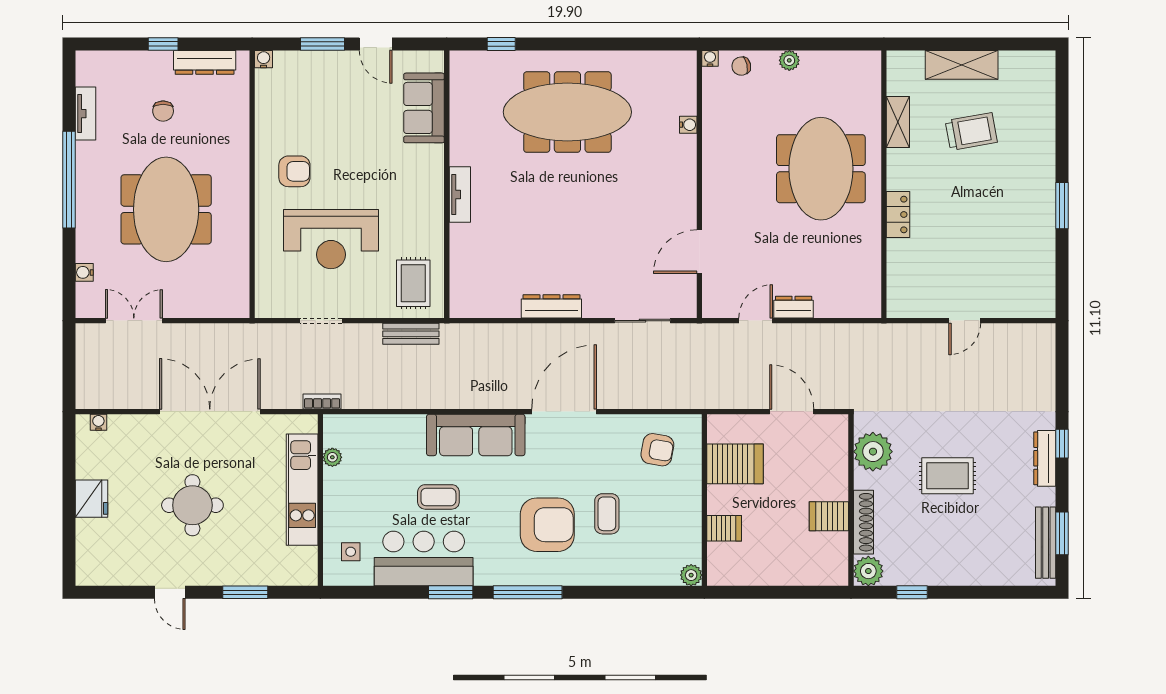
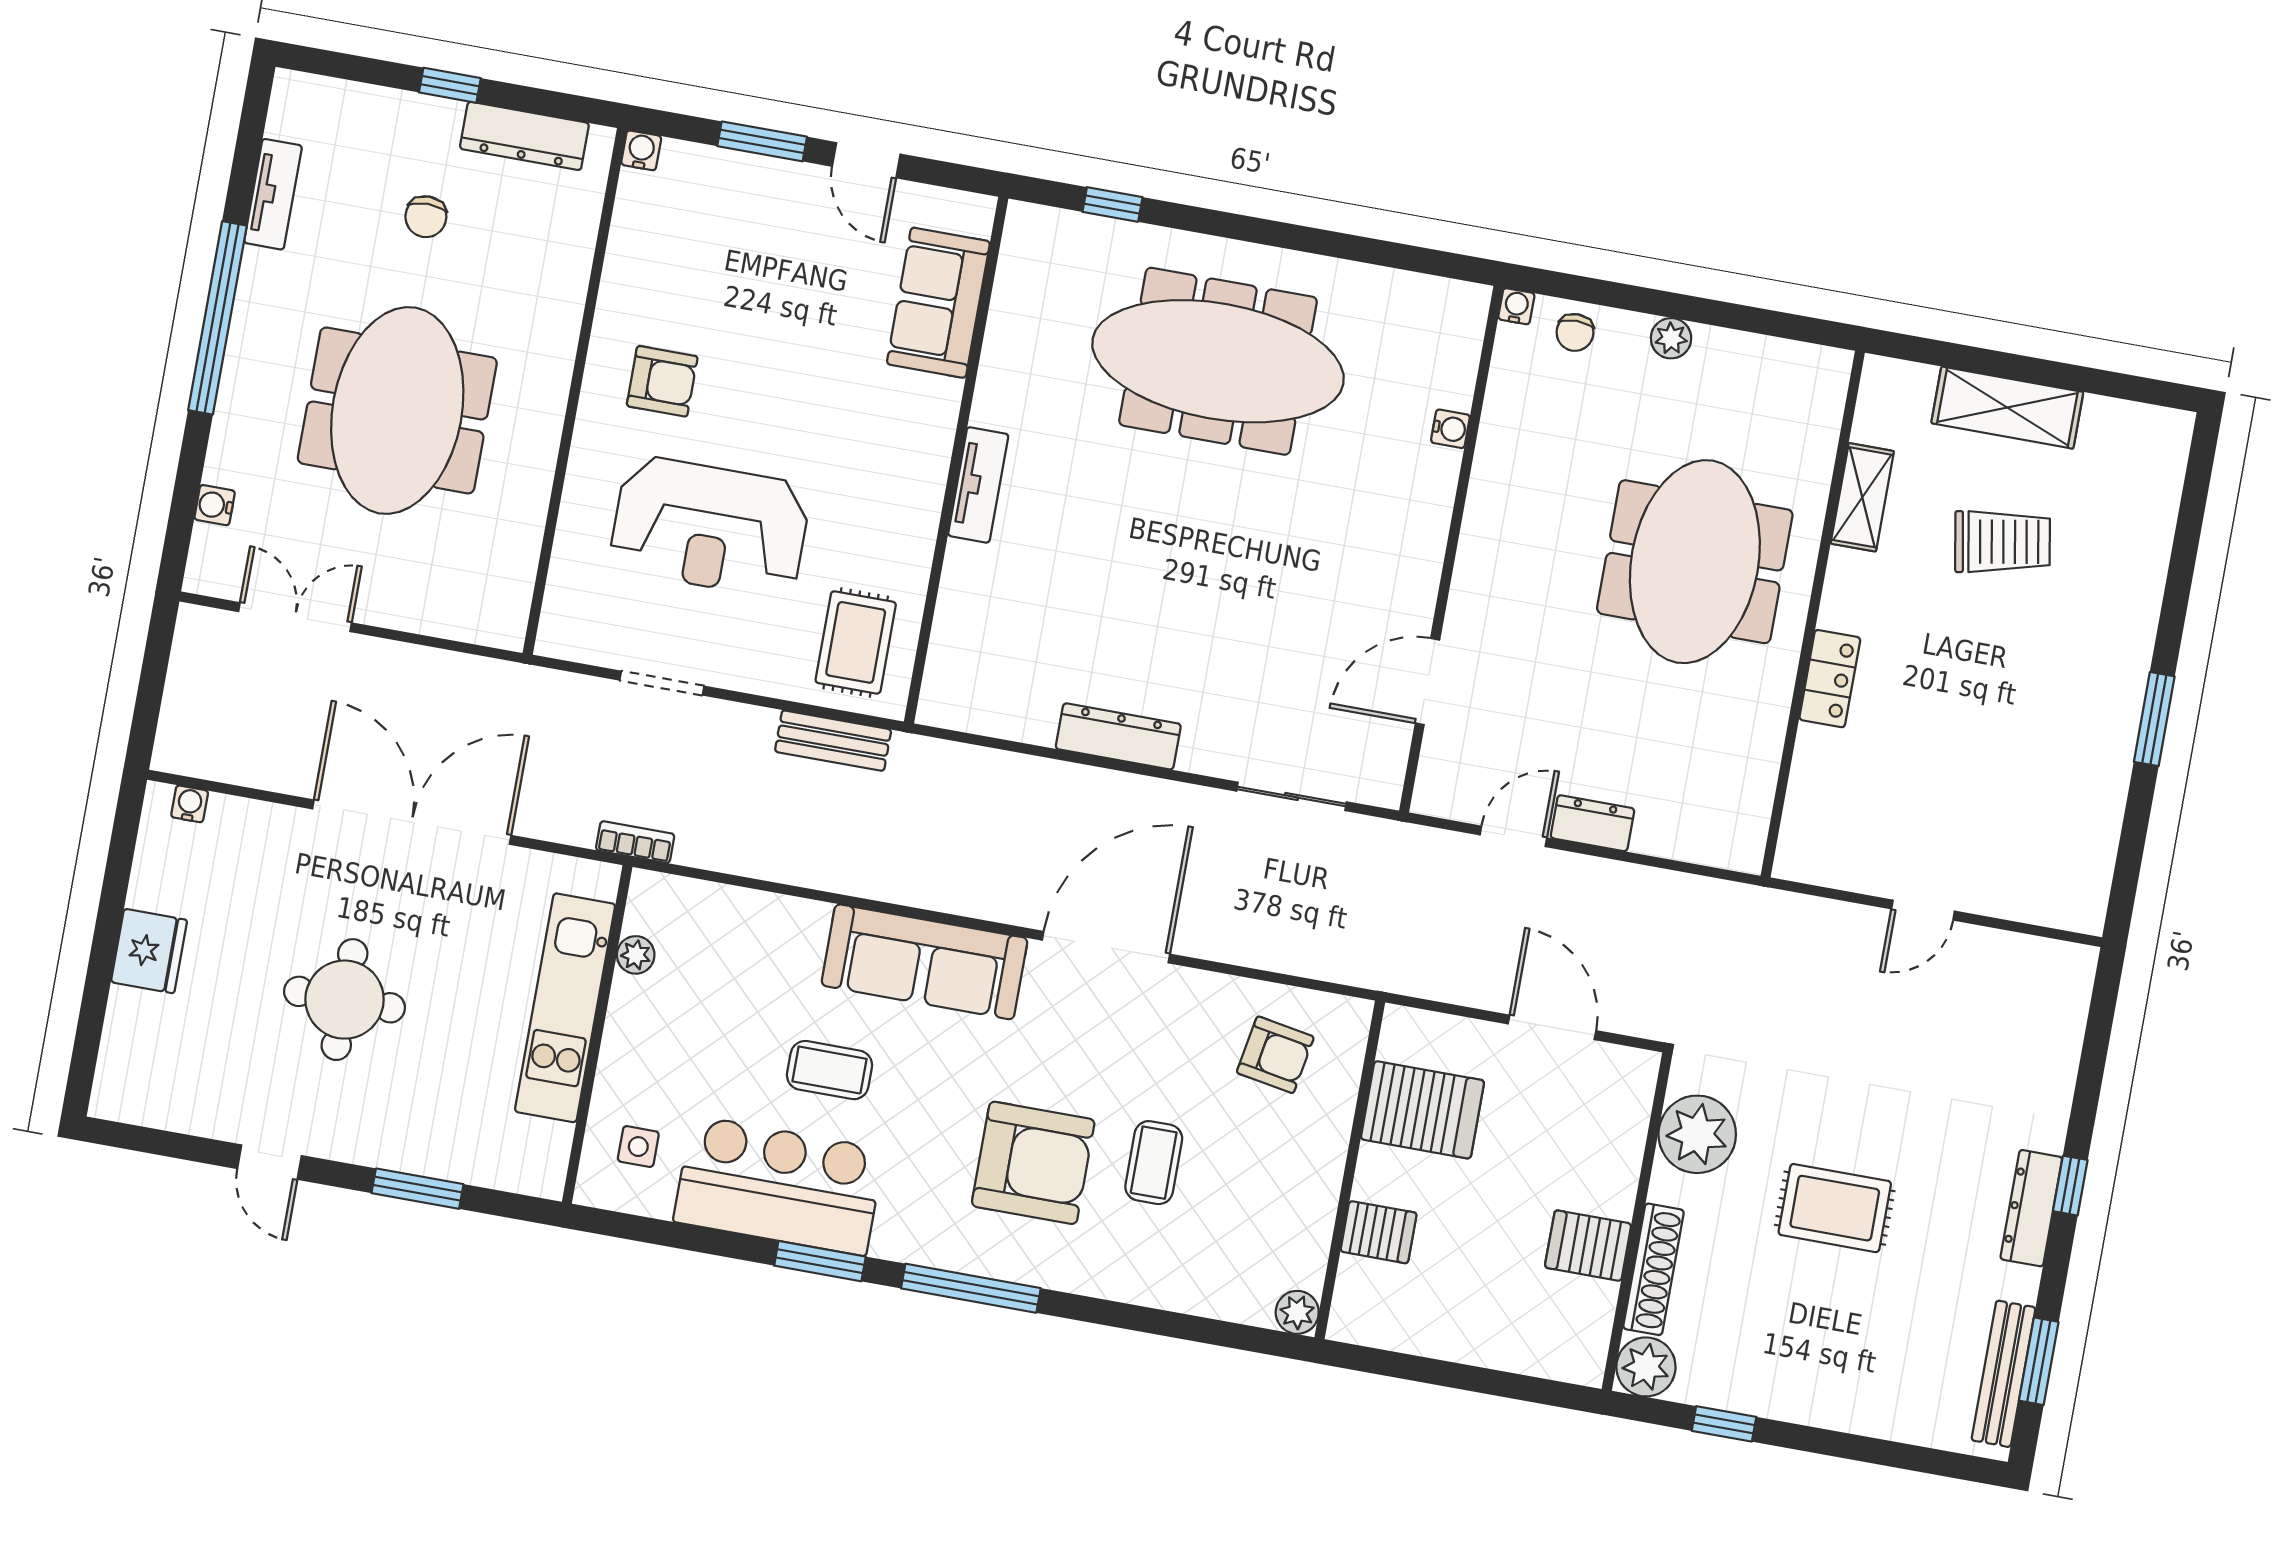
chair: (741, 66) -> (1575, 332), turned -77

